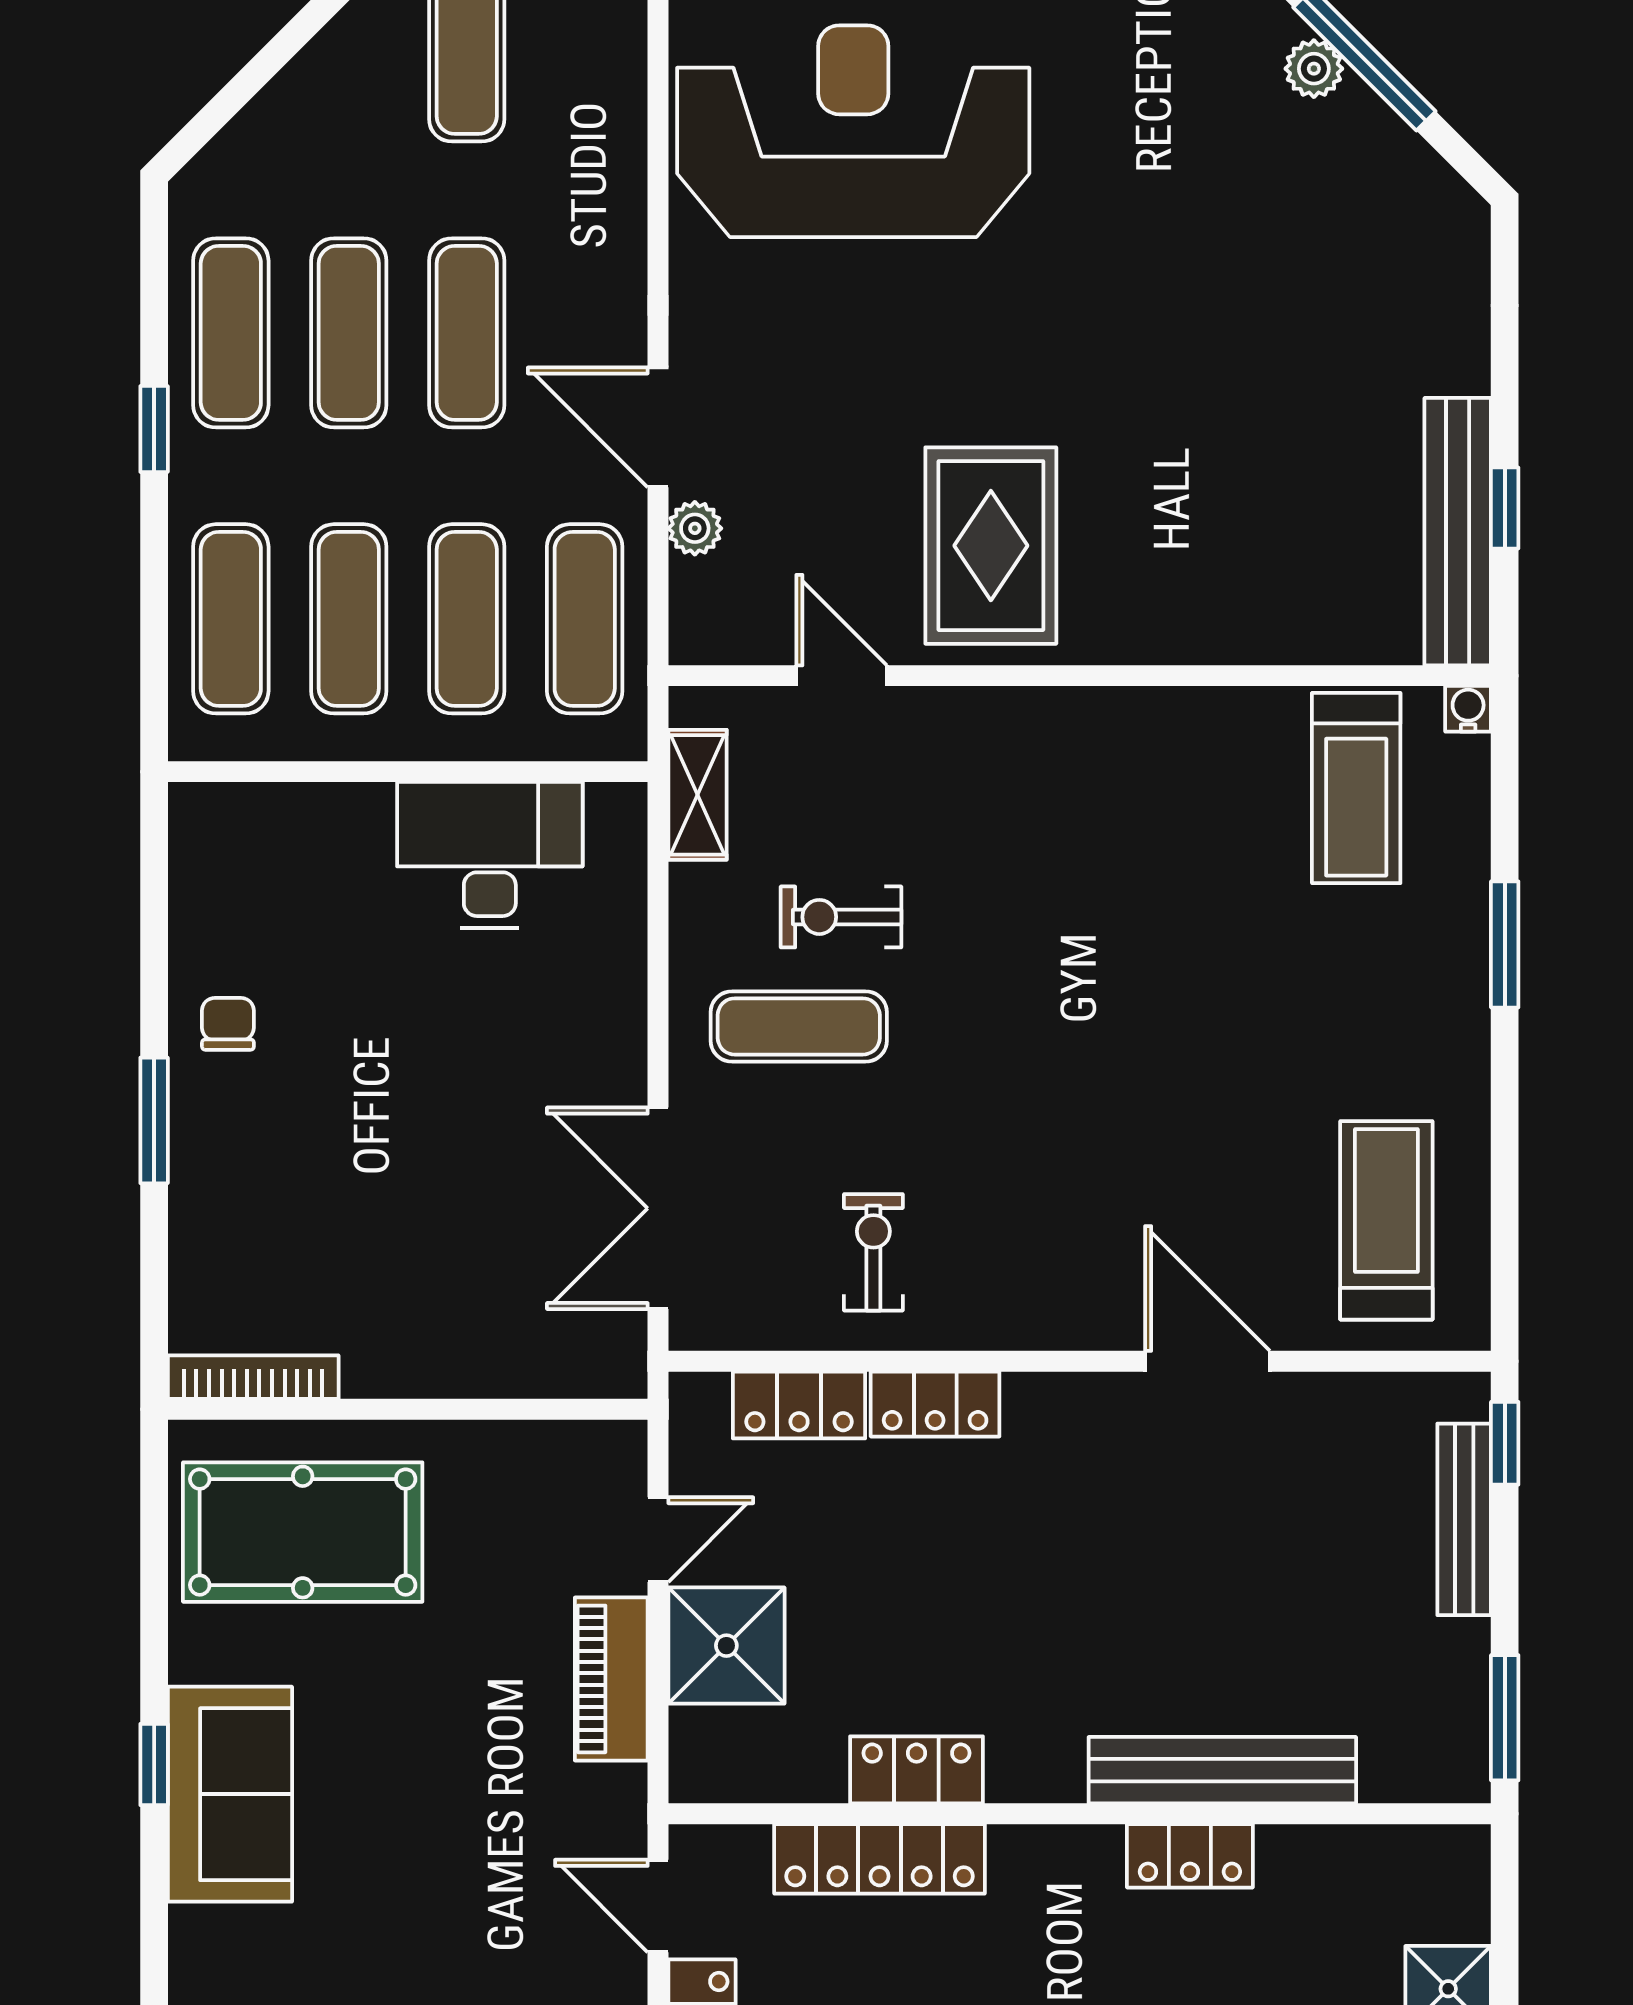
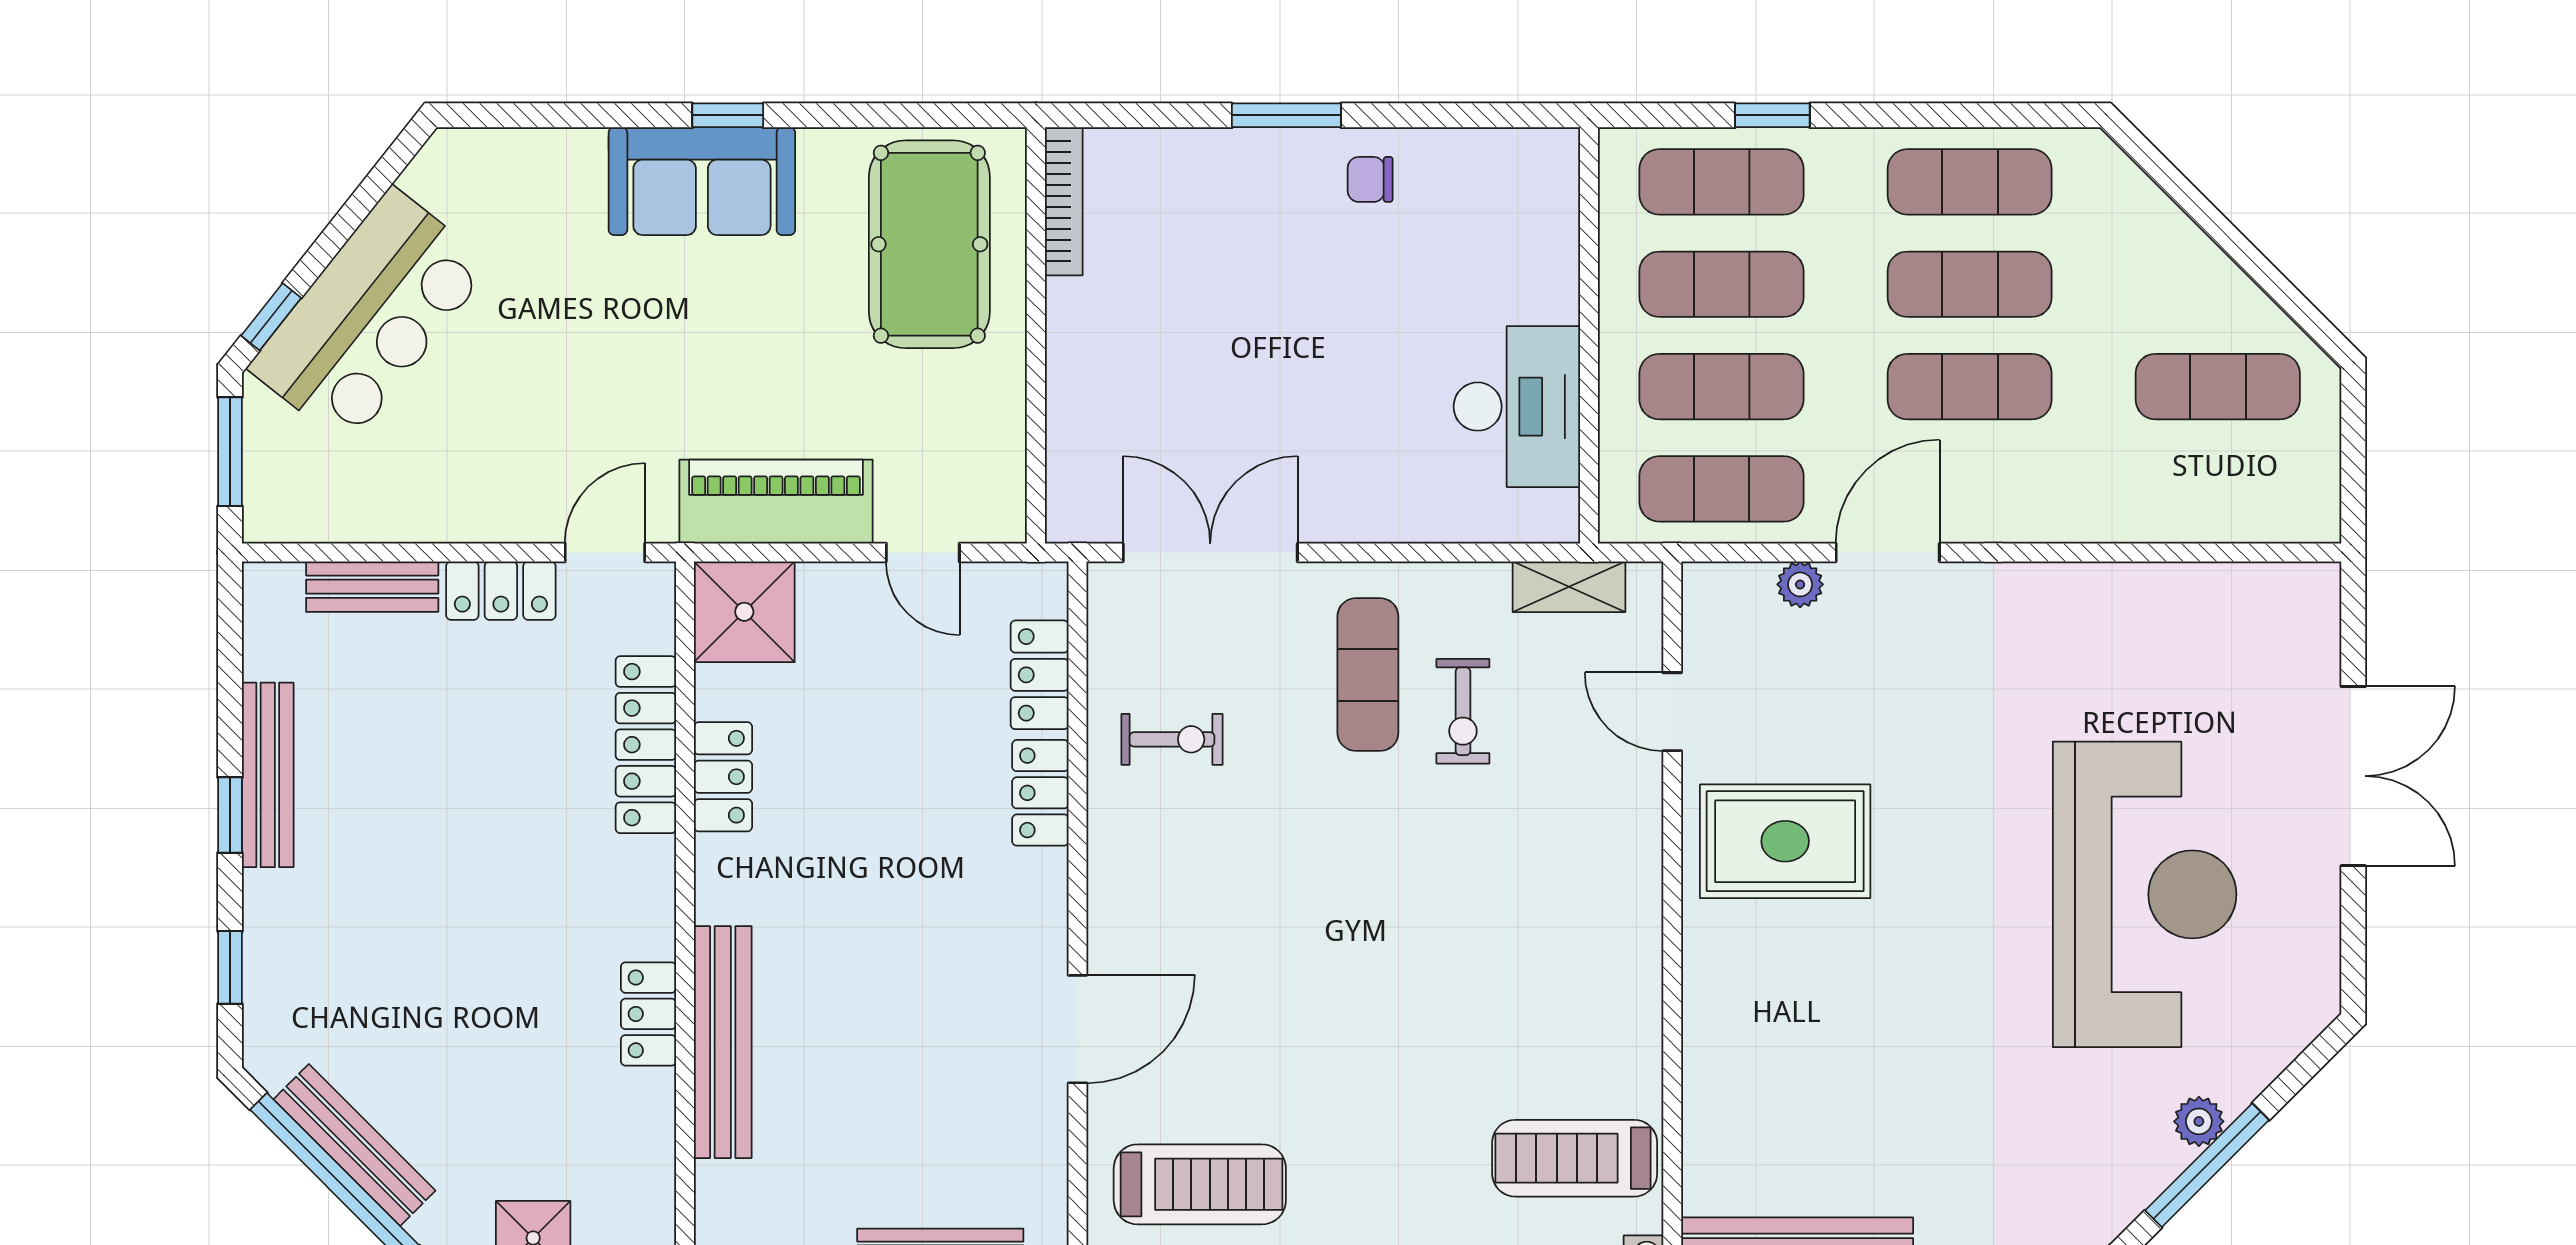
reception desk: (853, 131) -> (2145, 894), moved
window: (154, 429) -> (1772, 115), moved
door: (842, 676) -> (1672, 712), swing flipped
exercise bike: (841, 917) -> (1463, 711), turned 180
chair: (228, 1024) -> (1370, 179), turned 180
shower: (726, 1646) -> (744, 612), moved
piano: (611, 1679) -> (776, 502), width x1.37, depth x1.33

